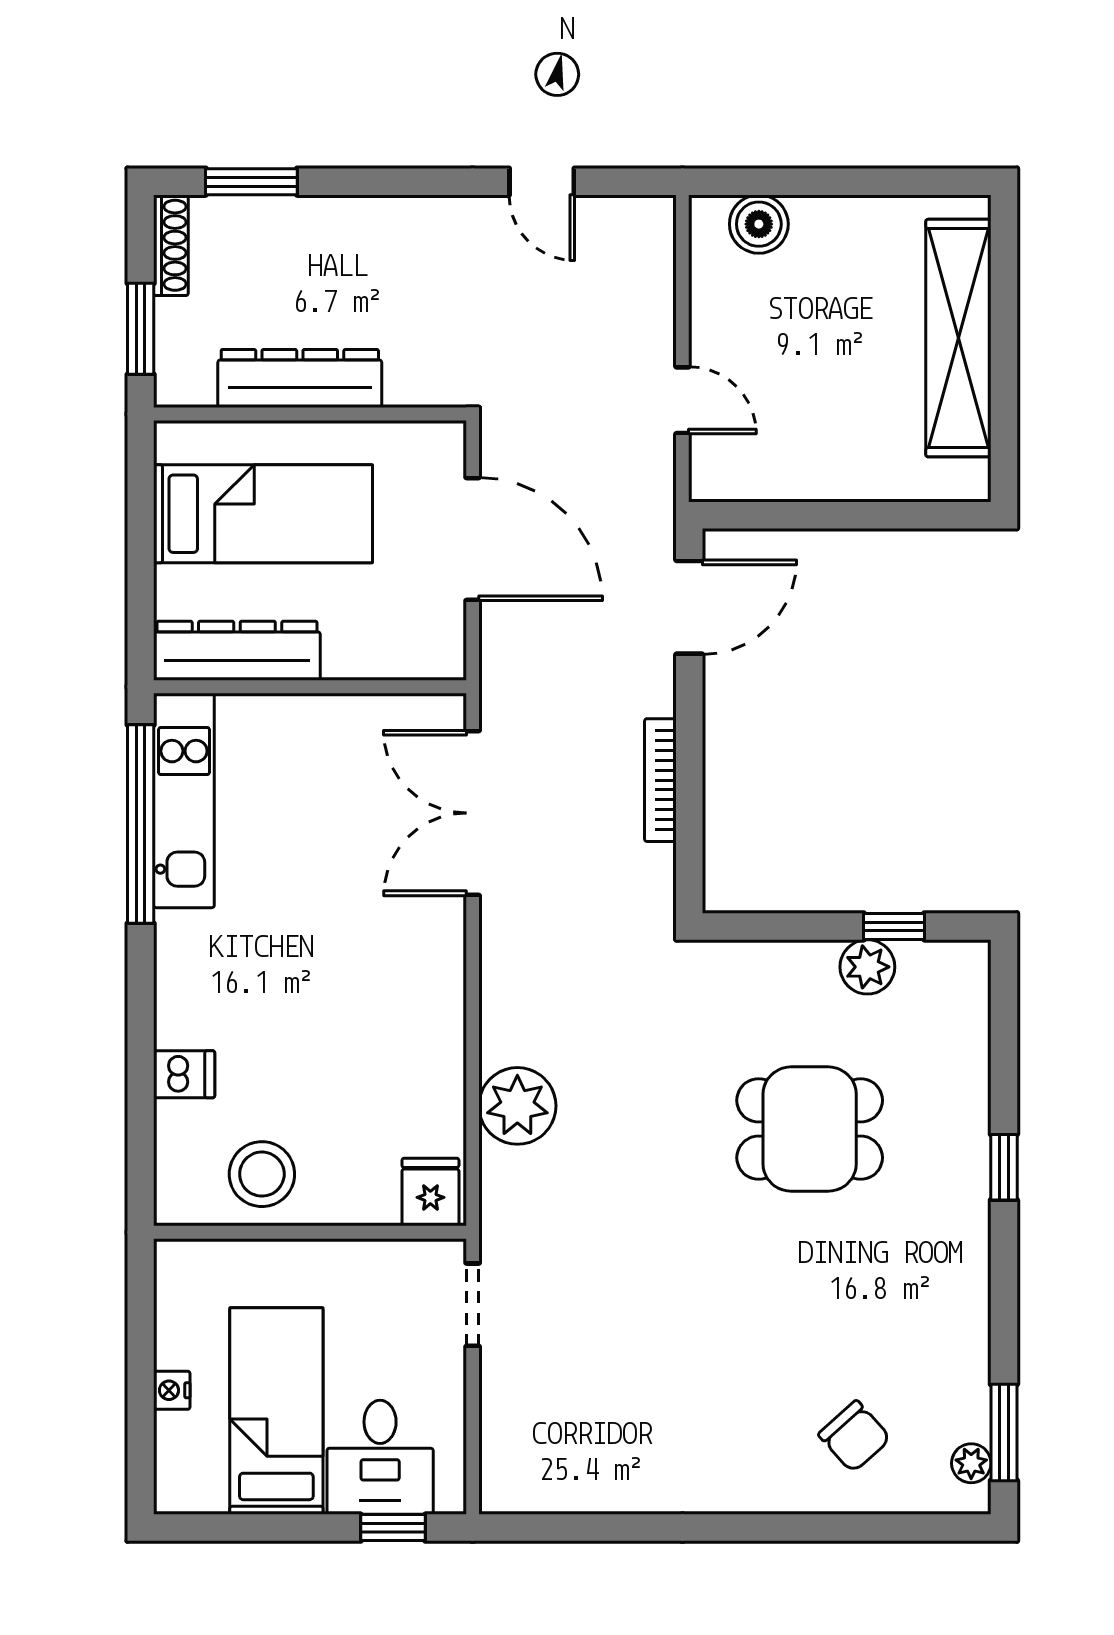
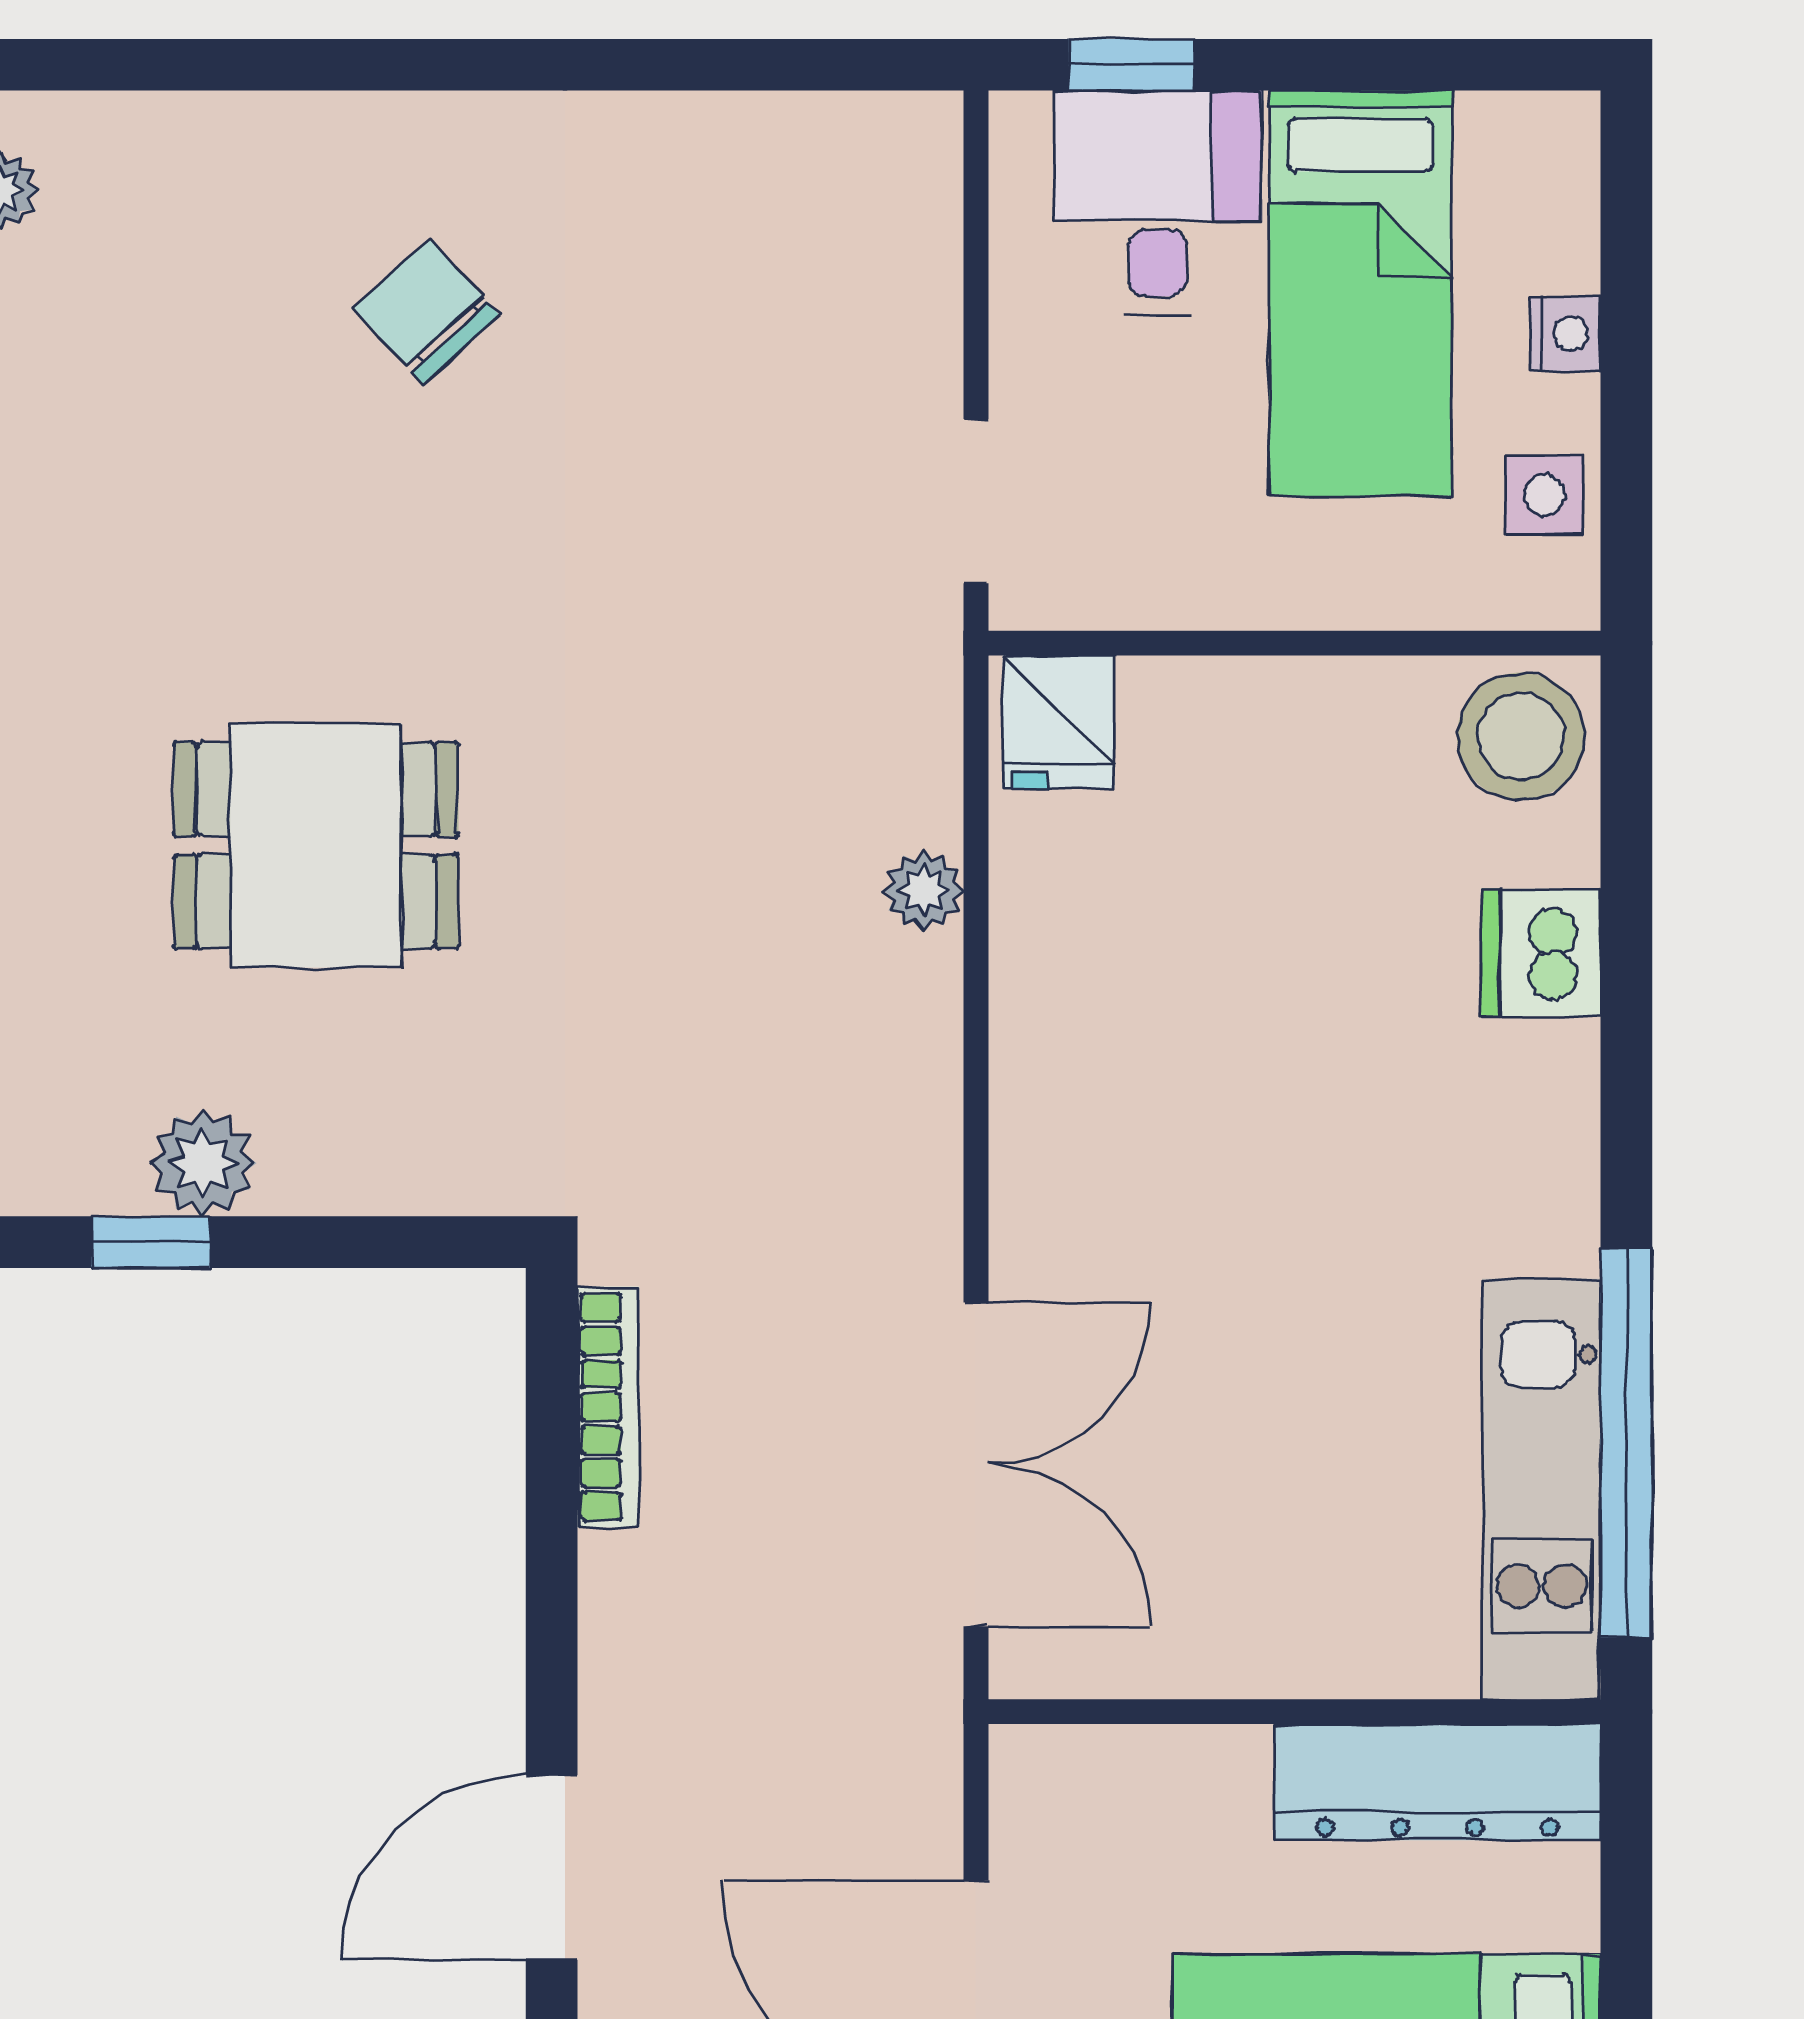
bookcase: (660, 780) -> (608, 1407), moved
dishwasher: (184, 1074) -> (1541, 953), width x1.38
plant: (517, 1106) -> (923, 891), width x0.53, depth x0.53
stool: (262, 1174) -> (1521, 736), moved
side table: (183, 1308) -> (1544, 495), added
chair: (855, 1436) -> (426, 311), moved

